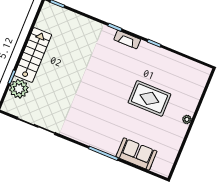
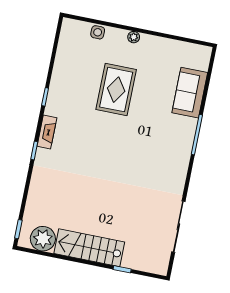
plant: (19, 89) -> (43, 239), moved
side table: (196, 93) -> (98, 32), added

